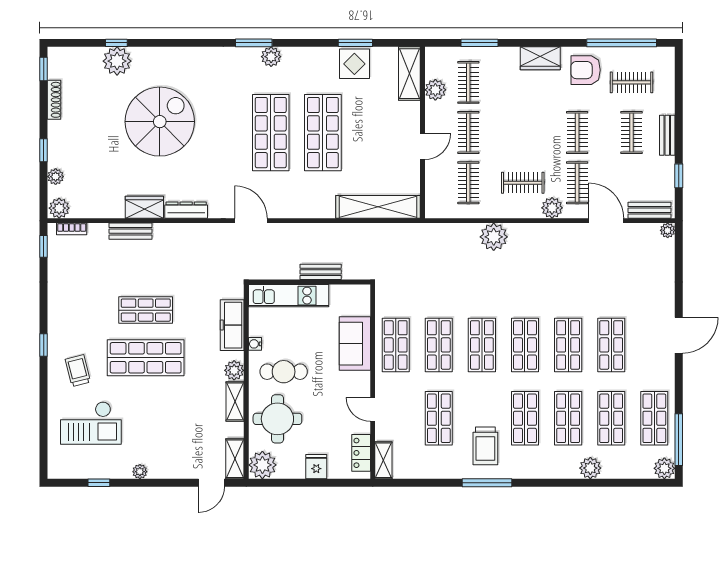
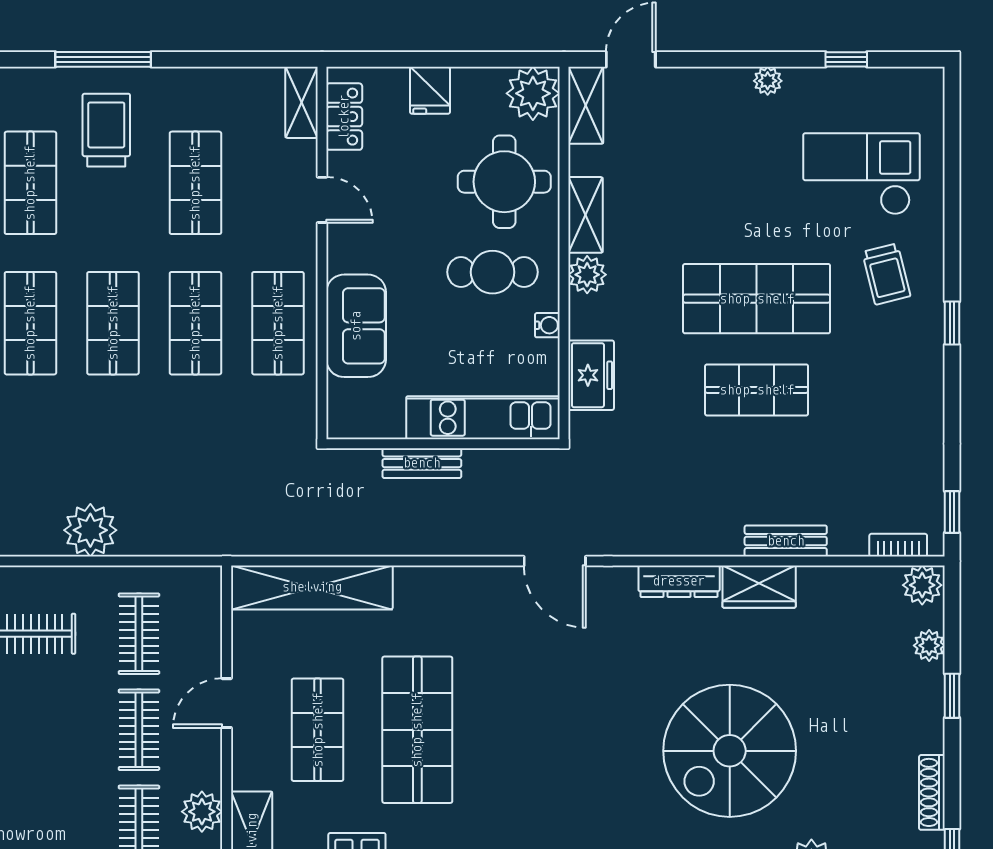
shop shelf: (271, 133) -> (318, 730), moved, width x0.70, depth x0.74
freezer: (232, 325) -> (591, 375), width x0.71

